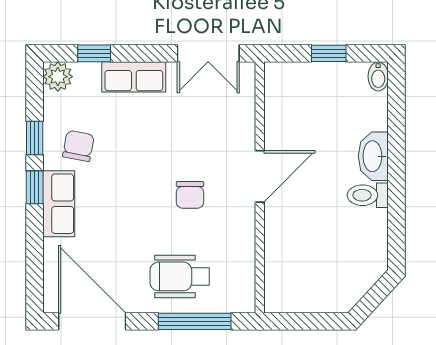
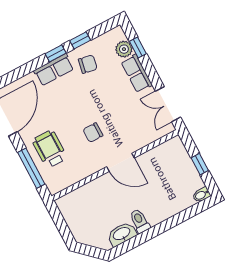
plant: (58, 77) -> (124, 49), moved
washbasin: (373, 156) -> (122, 234), moved

